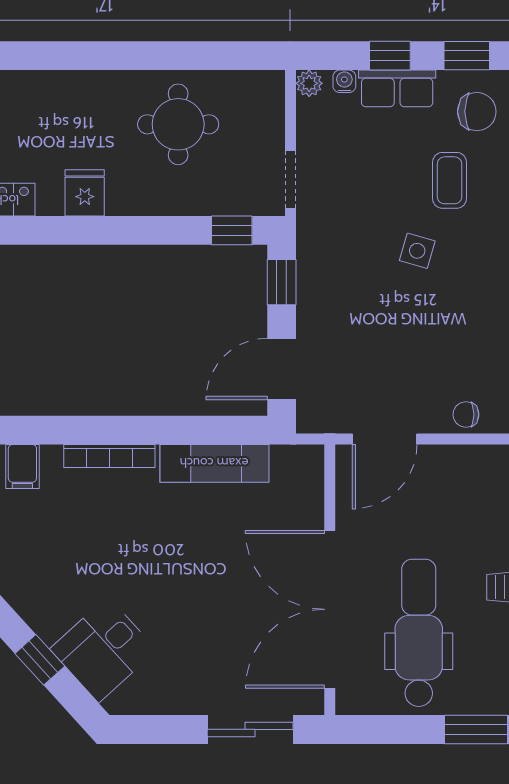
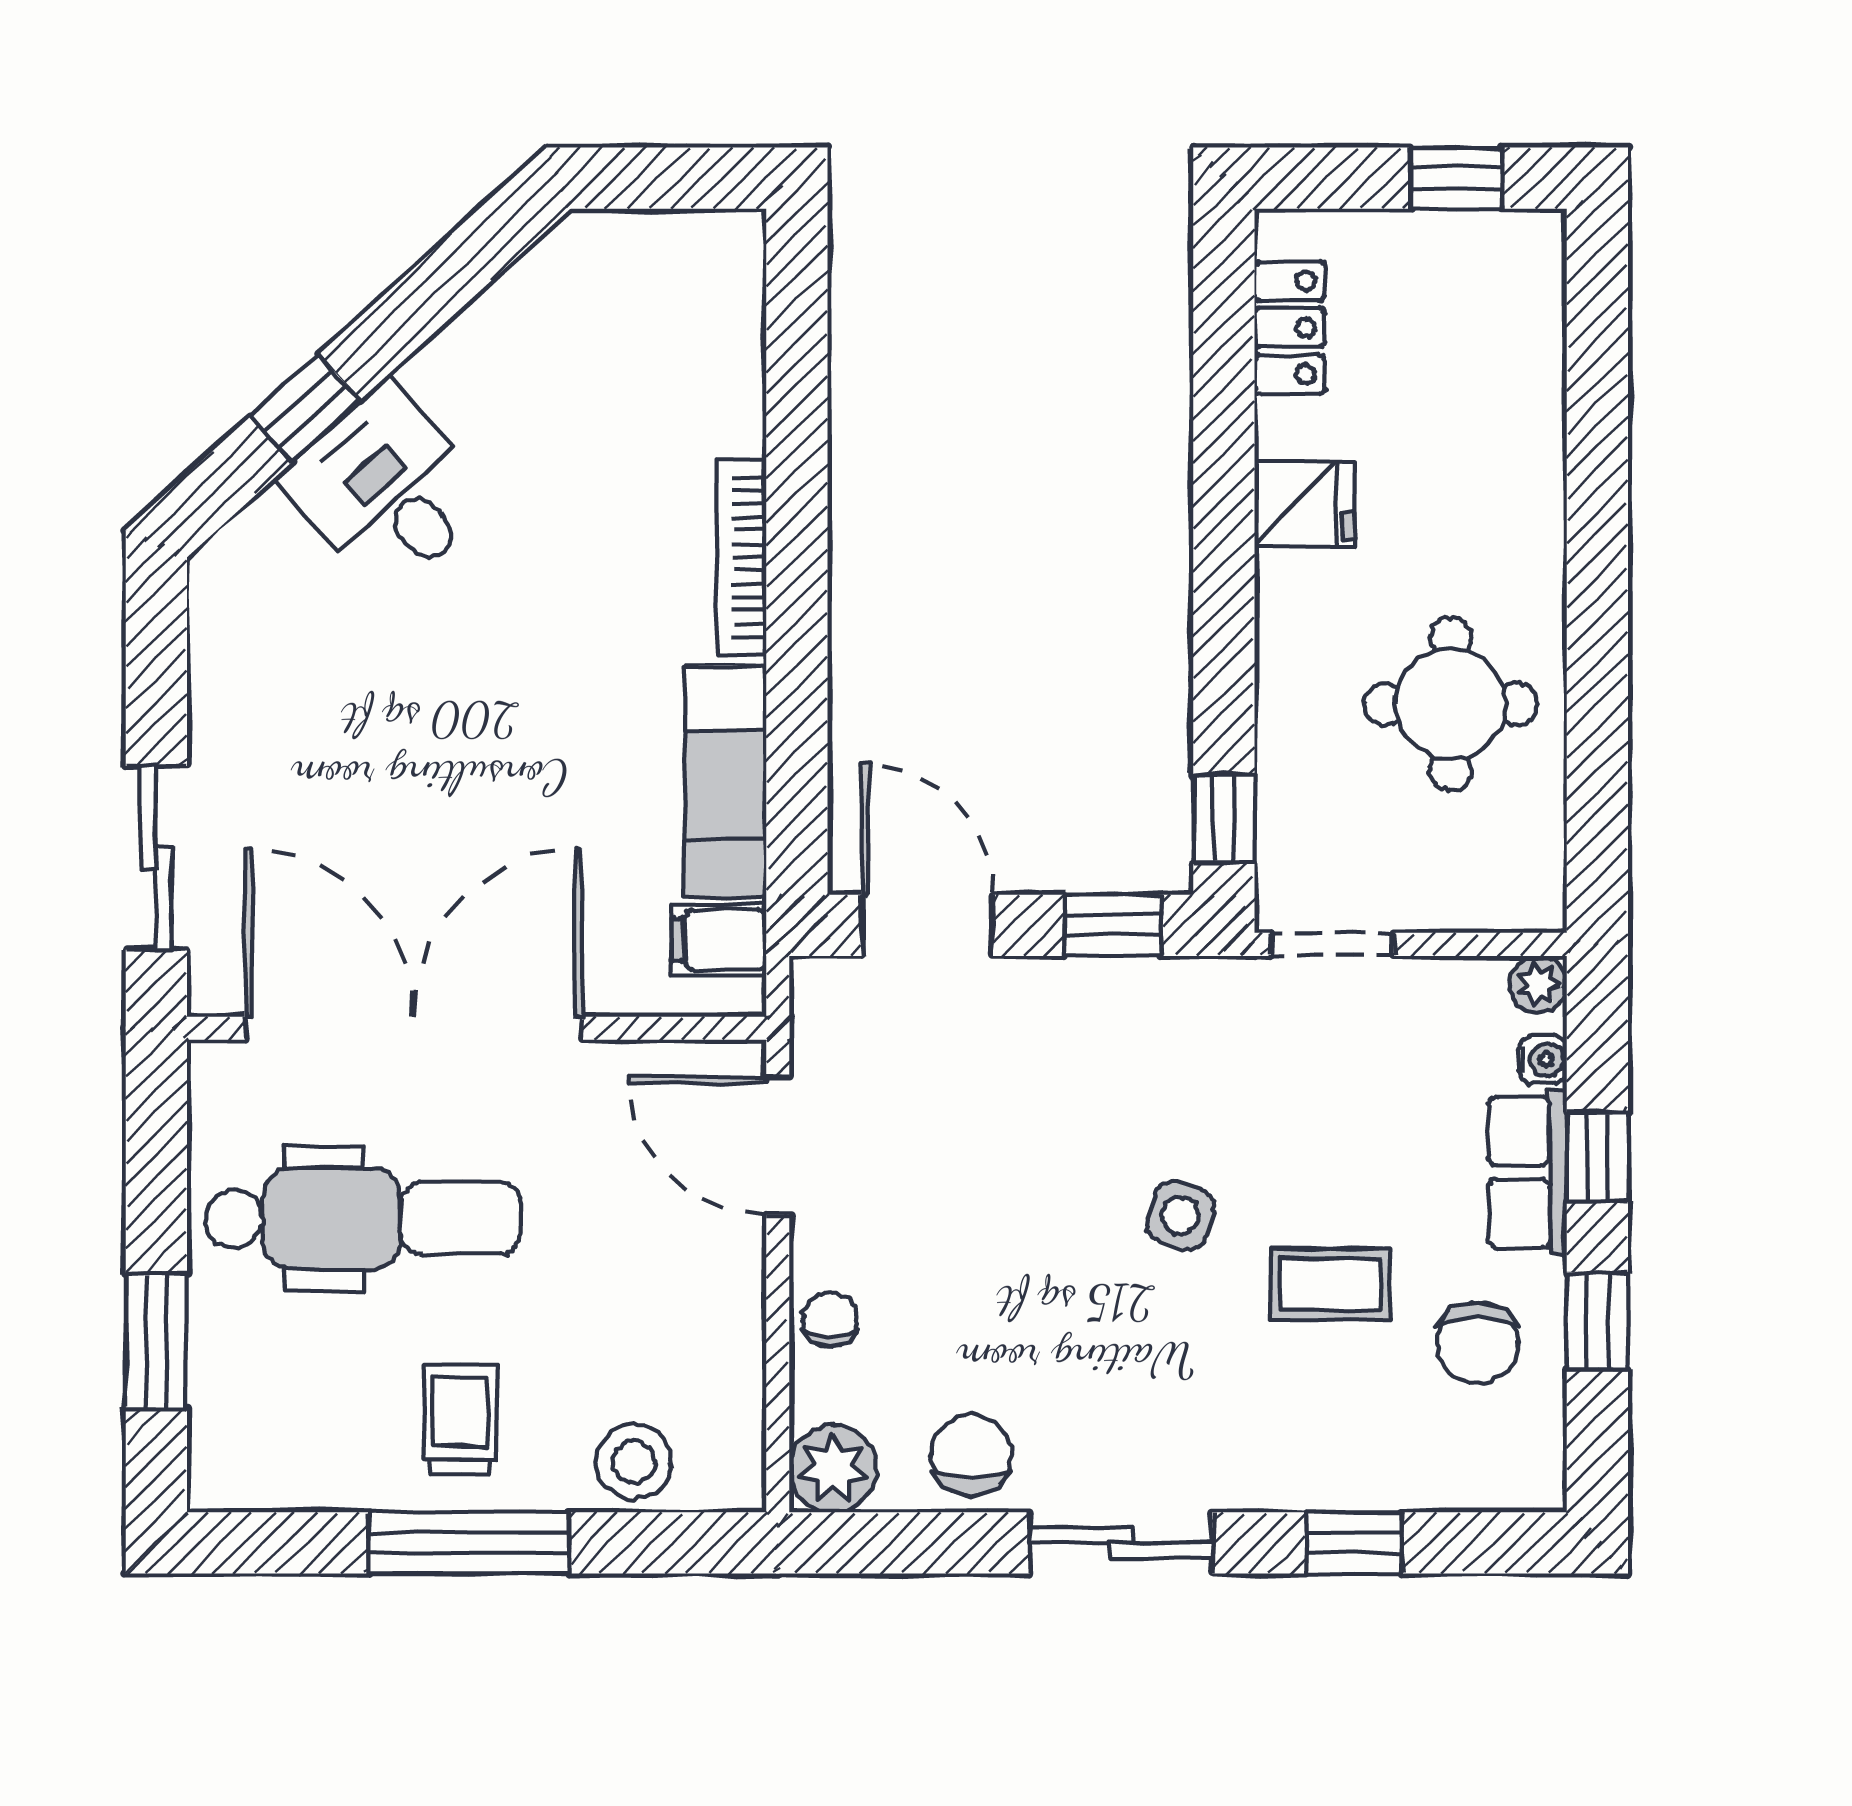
filing cabinet: (22, 466) -> (719, 940), moved
desk: (103, 650) -> (388, 489), moved

